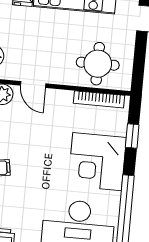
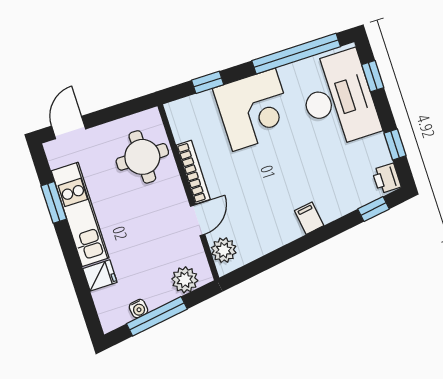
bookcase: (99, 99) -> (193, 172), moved

